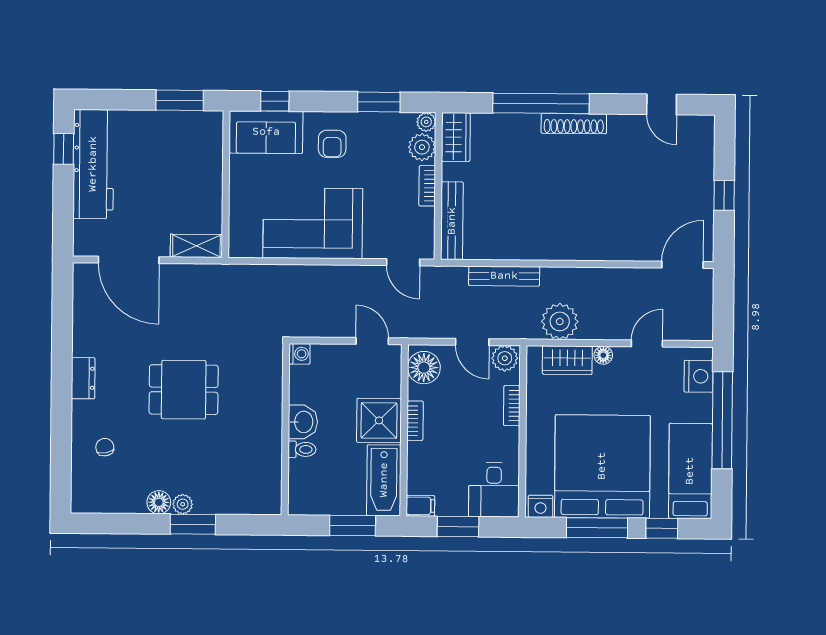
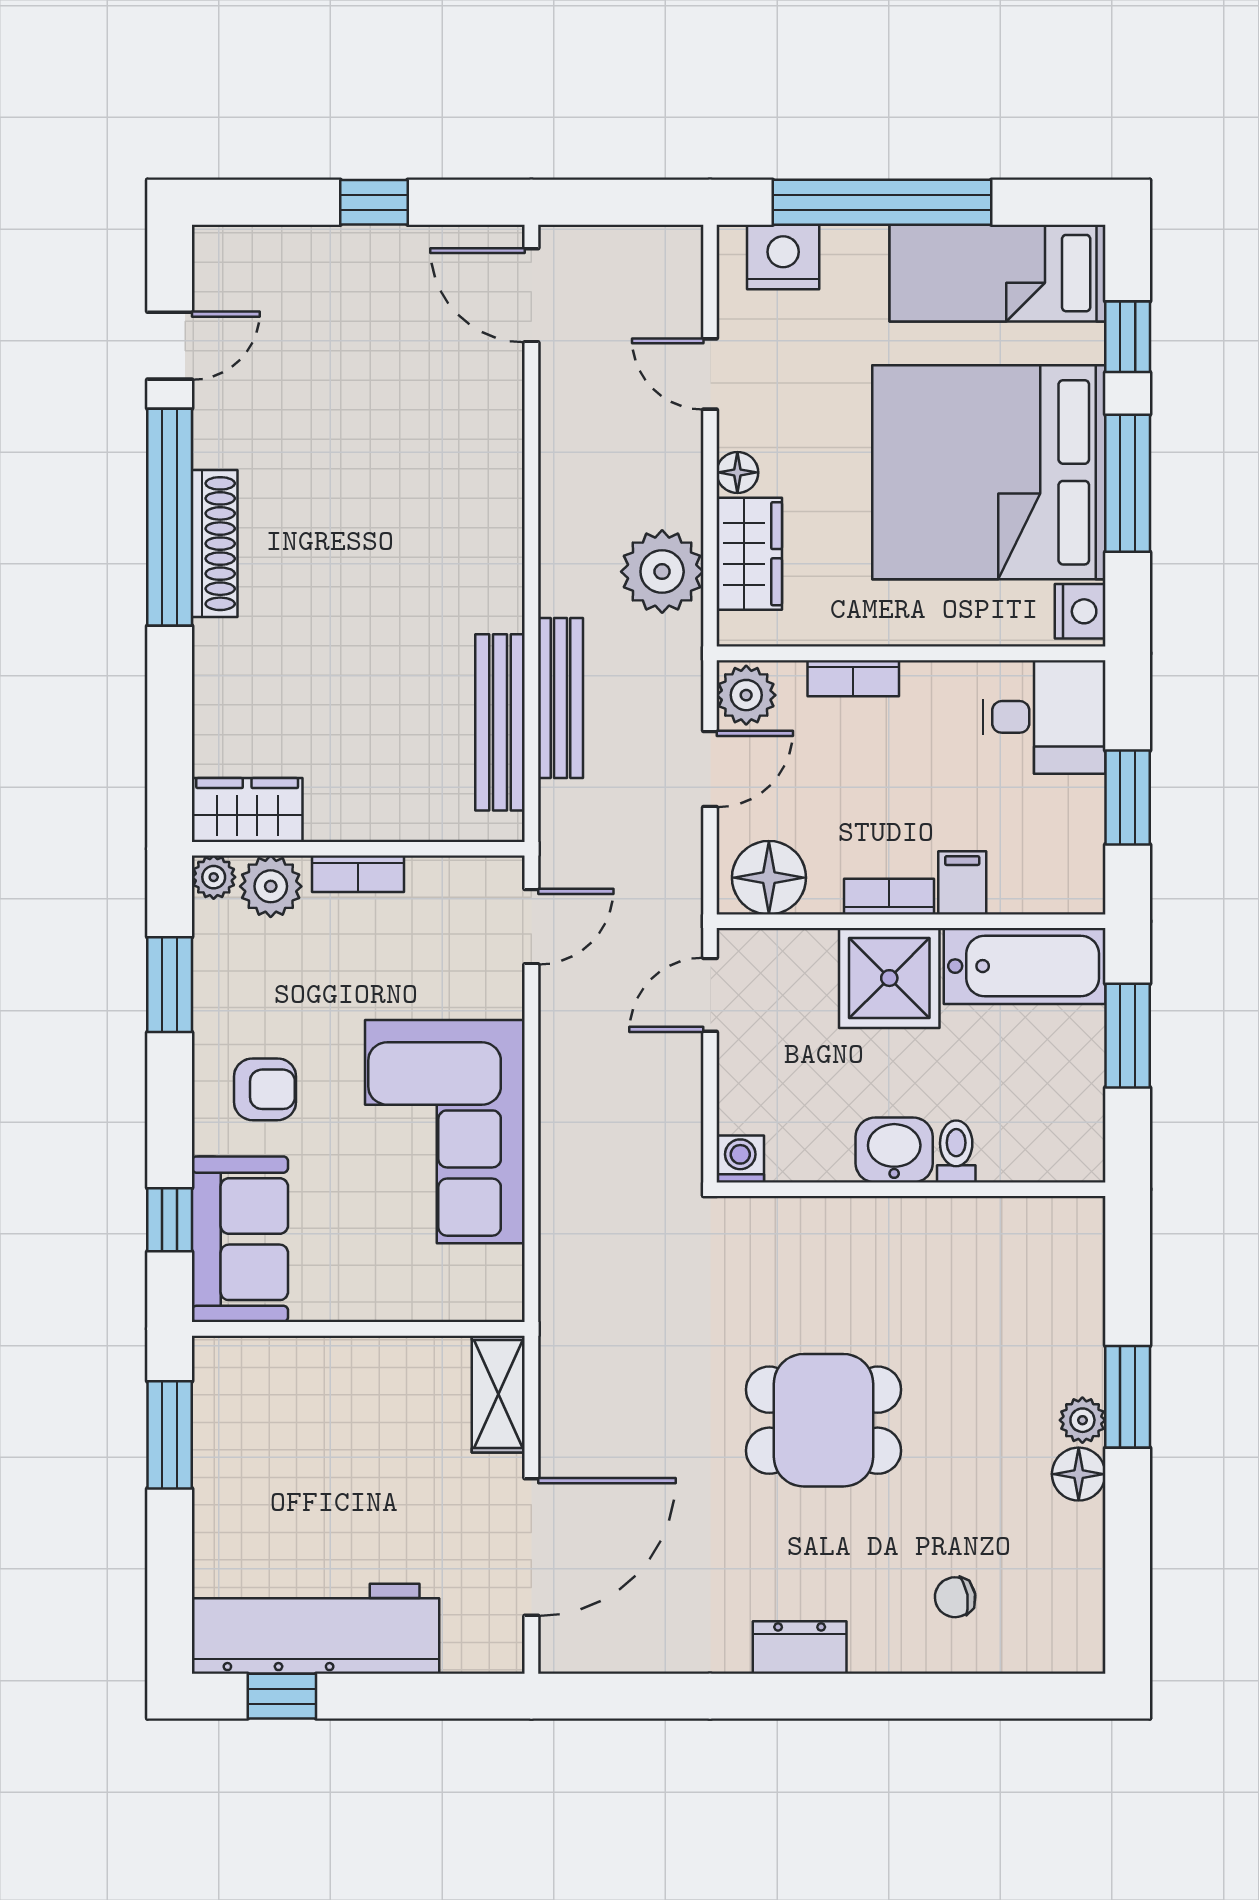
window: (541, 103) -> (170, 517), moved
bench: (452, 221) -> (500, 722), moved, turned 90
dining table: (184, 390) -> (824, 1420), turned 90
filing cabinet: (420, 506) -> (962, 883), moved

